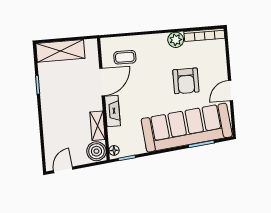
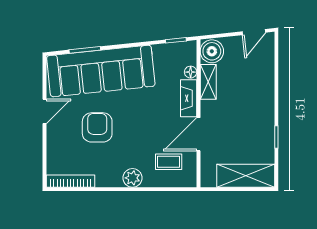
plant: (176, 40) -> (132, 178), moved
floor lamp: (114, 150) -> (191, 72), moved

